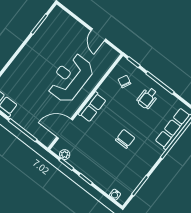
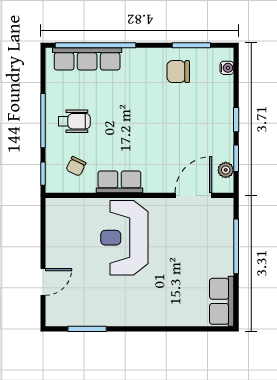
door: (98, 35) -> (43, 282), moved
reception desk: (70, 78) -> (124, 238), turned 90
row of seats: (92, 107) -> (119, 182), moved
door: (65, 129) -> (193, 195), swing flipped
chair: (125, 139) -> (178, 72), moved

